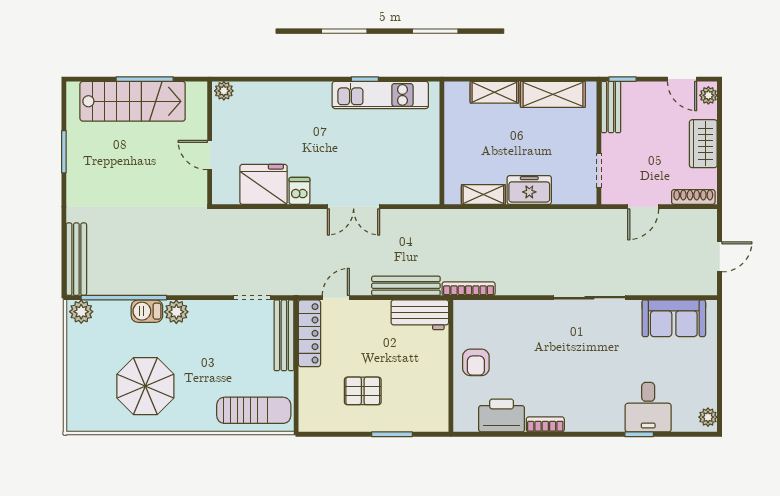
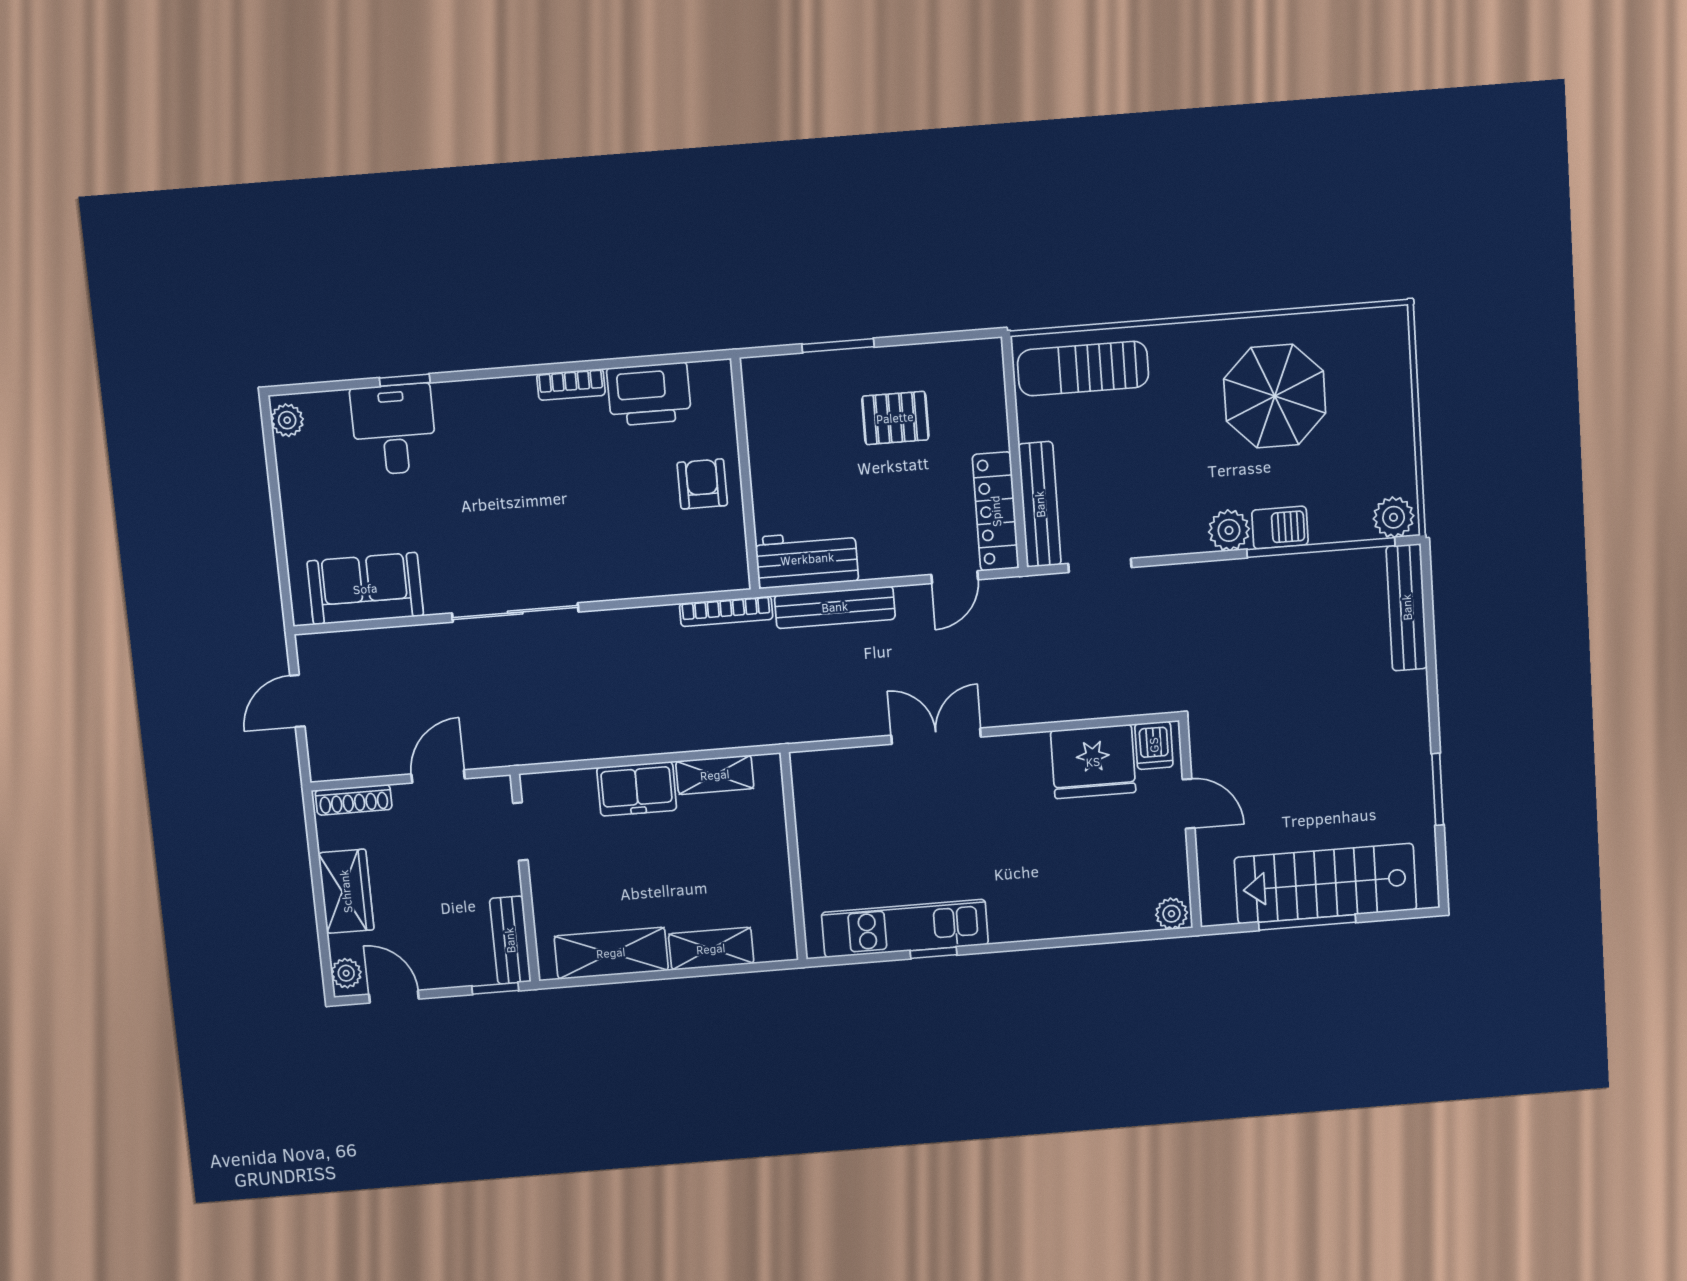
dishwasher: (299, 191) -> (1154, 745), moved

